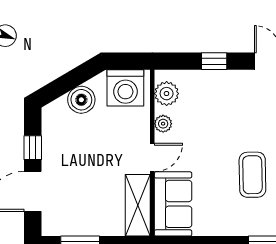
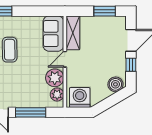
window: (214, 61) -> (31, 112), width x2.17
boiler: (81, 100) -> (115, 84), moved
plant: (163, 124) -> (55, 78), width x1.87, depth x1.87

